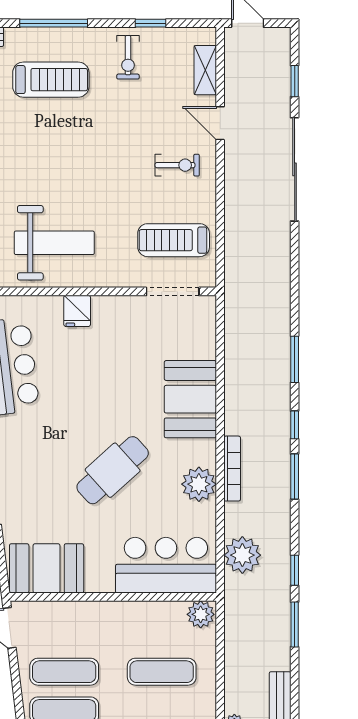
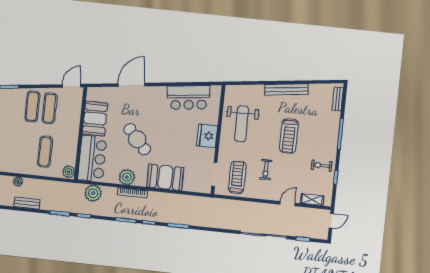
treadmill: (51, 80) -> (289, 136), moved
exercise bike: (177, 165) -> (266, 170), moved
fridge: (77, 311) -> (207, 136), width x1.88, depth x1.34
booth: (47, 568) -> (95, 119), moved

